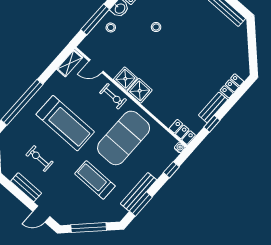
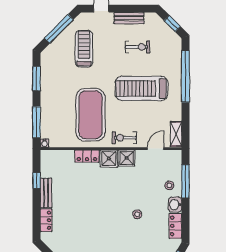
locker: (182, 132) -> (87, 156), moved
window: (171, 170) -> (37, 122), width x2.17
treadmill: (95, 180) -> (84, 49), moved, turned -90
bench: (138, 192) -> (46, 86), removed

